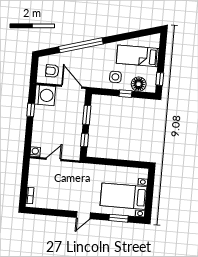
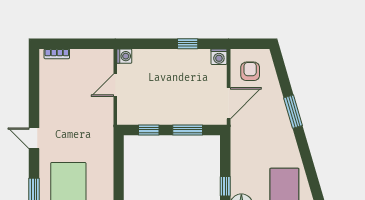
window: (81, 45) -> (293, 112), width x0.47
side table: (115, 77) -> (249, 169), removed
washing machine: (45, 95) -> (219, 57), width x0.53, depth x0.53
door: (54, 159) -> (115, 85), swing flipped

